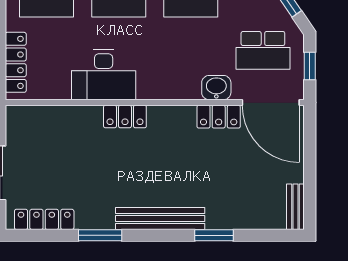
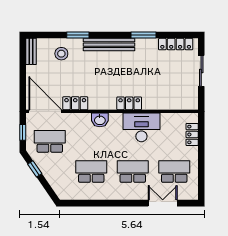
locker: (16, 62) -> (192, 134), width x0.66
washbasin: (216, 88) -> (100, 120), moved
stool: (243, 203) -> (61, 54), added

